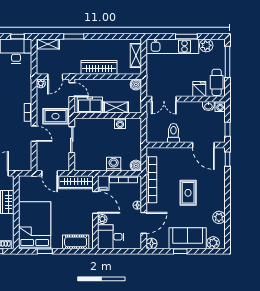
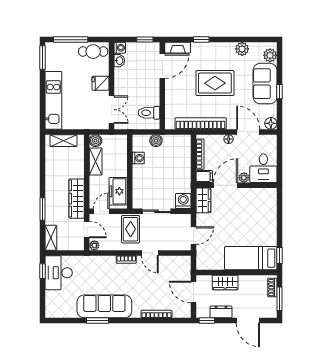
window: (186, 36) -> (43, 57), moved
plant: (206, 45) -> (52, 63), removed
wardrobe: (99, 67) -> (77, 199), moved
fridge: (199, 89) -> (101, 83), moved
shelving: (116, 108) -> (96, 162), moved
toilet: (173, 133) -> (149, 113), moved
door: (34, 134) -> (150, 253), swing flipped
fireplace: (220, 159) -> (178, 48), added
window: (228, 159) -> (201, 40), moved
washing machine: (114, 164) -> (183, 201), moved, turned 90
boiler: (136, 166) -> (156, 141), moved
wardrobe: (76, 182) -> (203, 200), width x0.67
rug: (188, 193) -> (215, 83), width x1.36, depth x1.43
bed: (35, 225) -> (251, 258), width x0.67
cot: (76, 242) -> (269, 207), removed
window: (45, 251) -> (279, 256), moved

